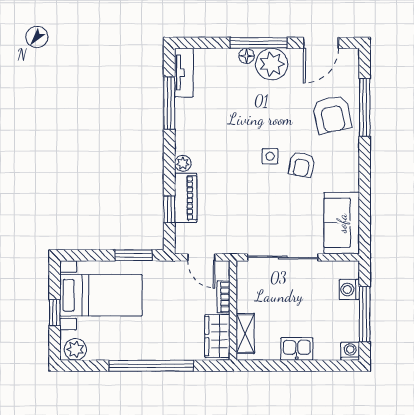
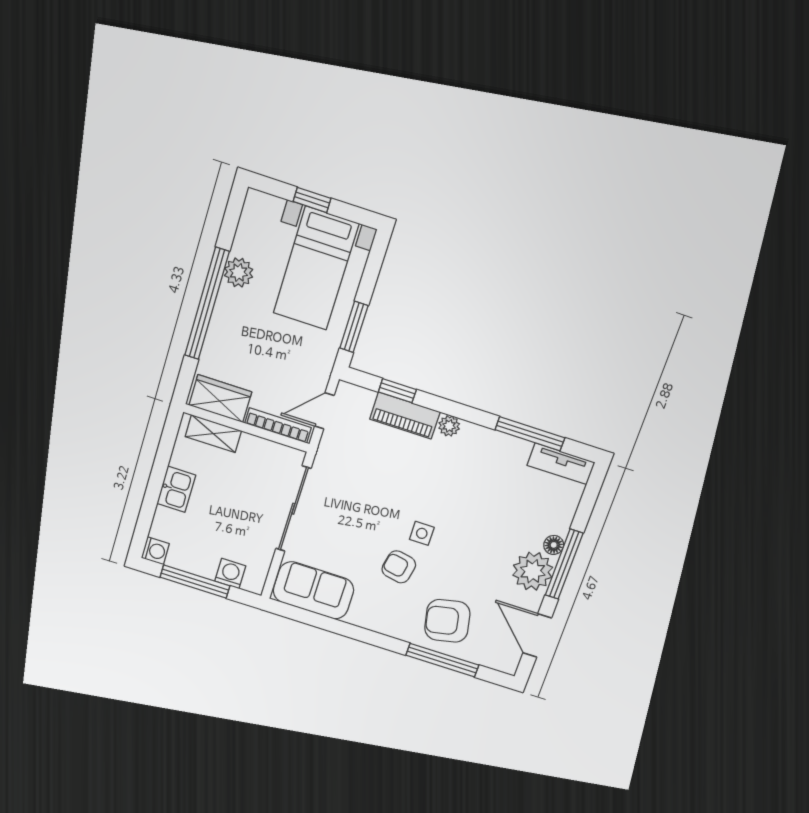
bookcase: (223, 297) -> (278, 425), width x1.56
plant: (75, 349) -> (239, 273), moved

